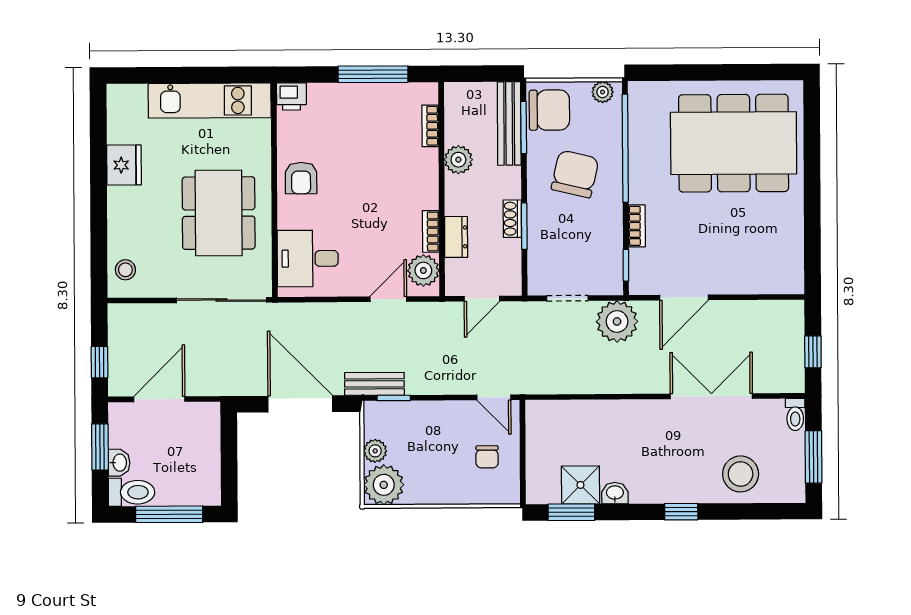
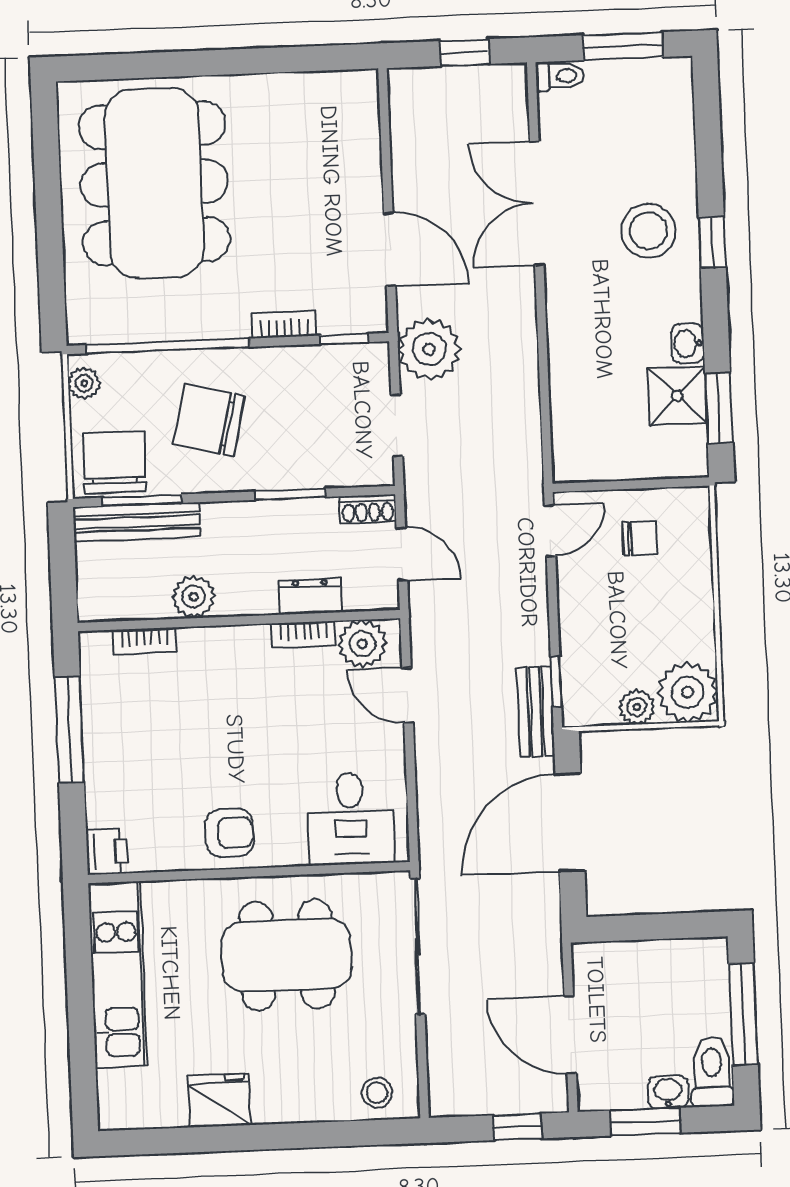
shoe rack: (512, 219) -> (368, 509), moved
stool: (741, 474) -> (648, 231), moved

